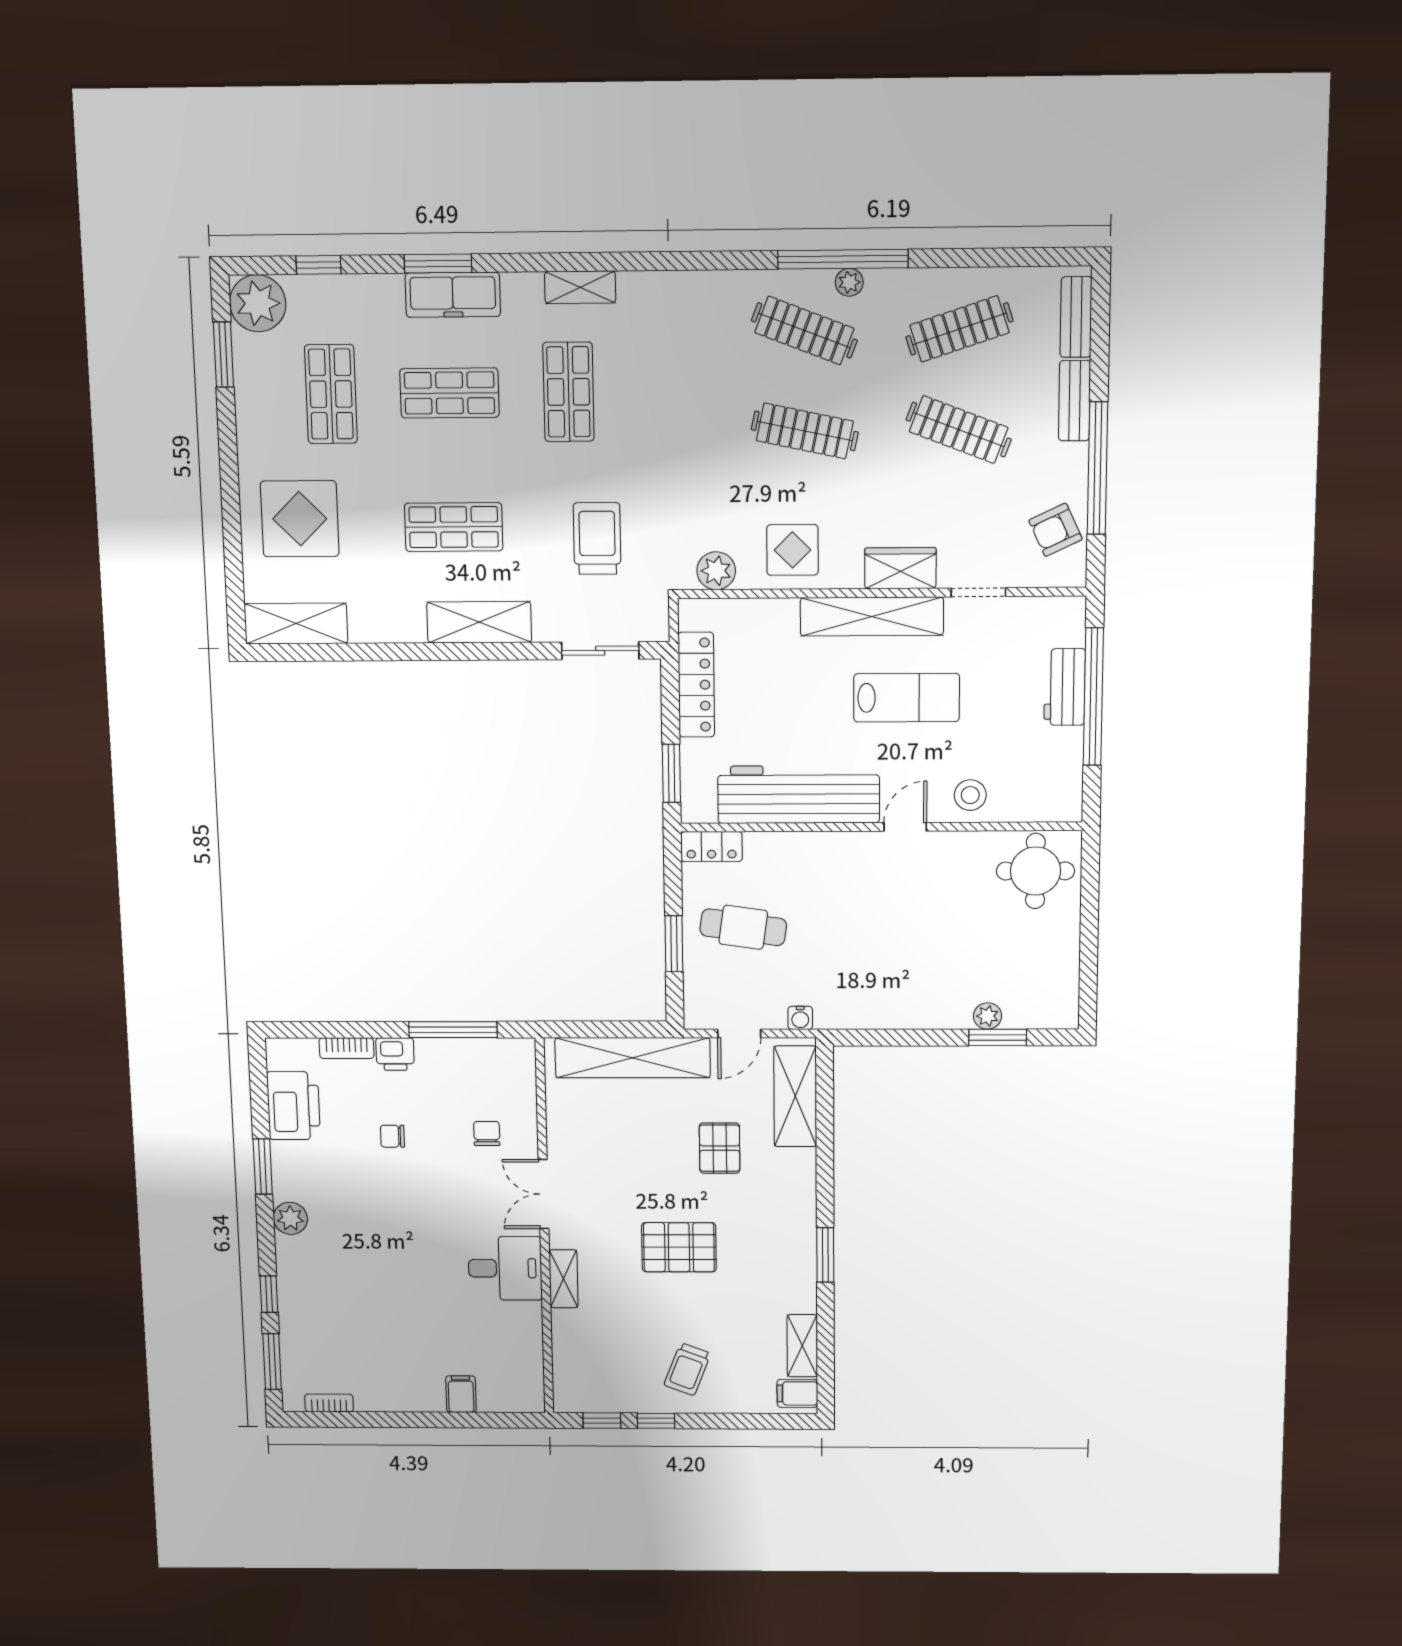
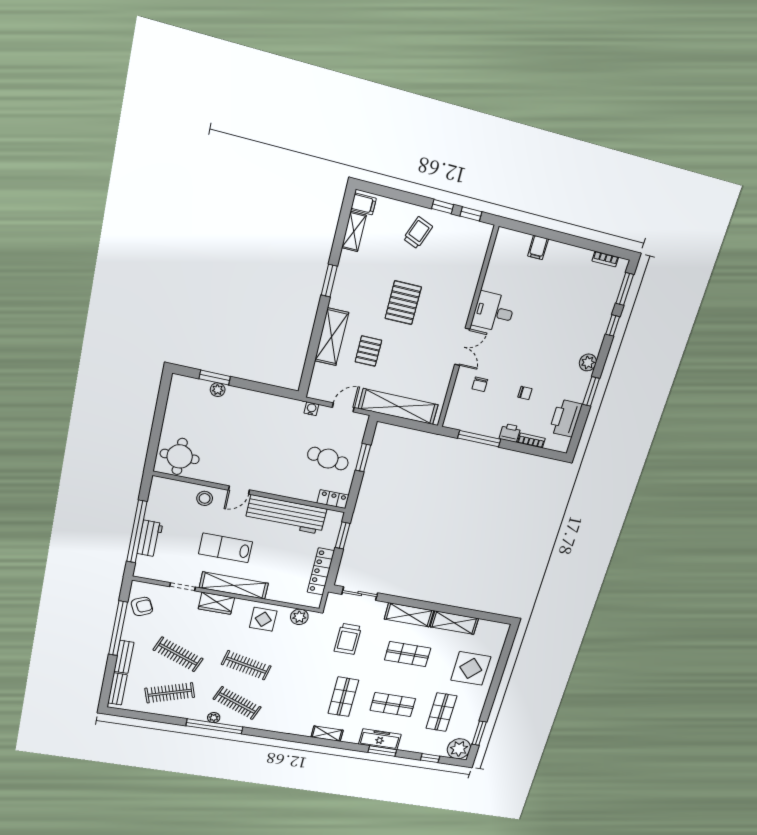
shelving: (296, 624) -> (454, 623), moved
shelving: (795, 1096) -> (332, 337), moved
pallet: (679, 1247) -> (403, 303), turned 90
shelving: (563, 1279) -> (466, 299), removed

